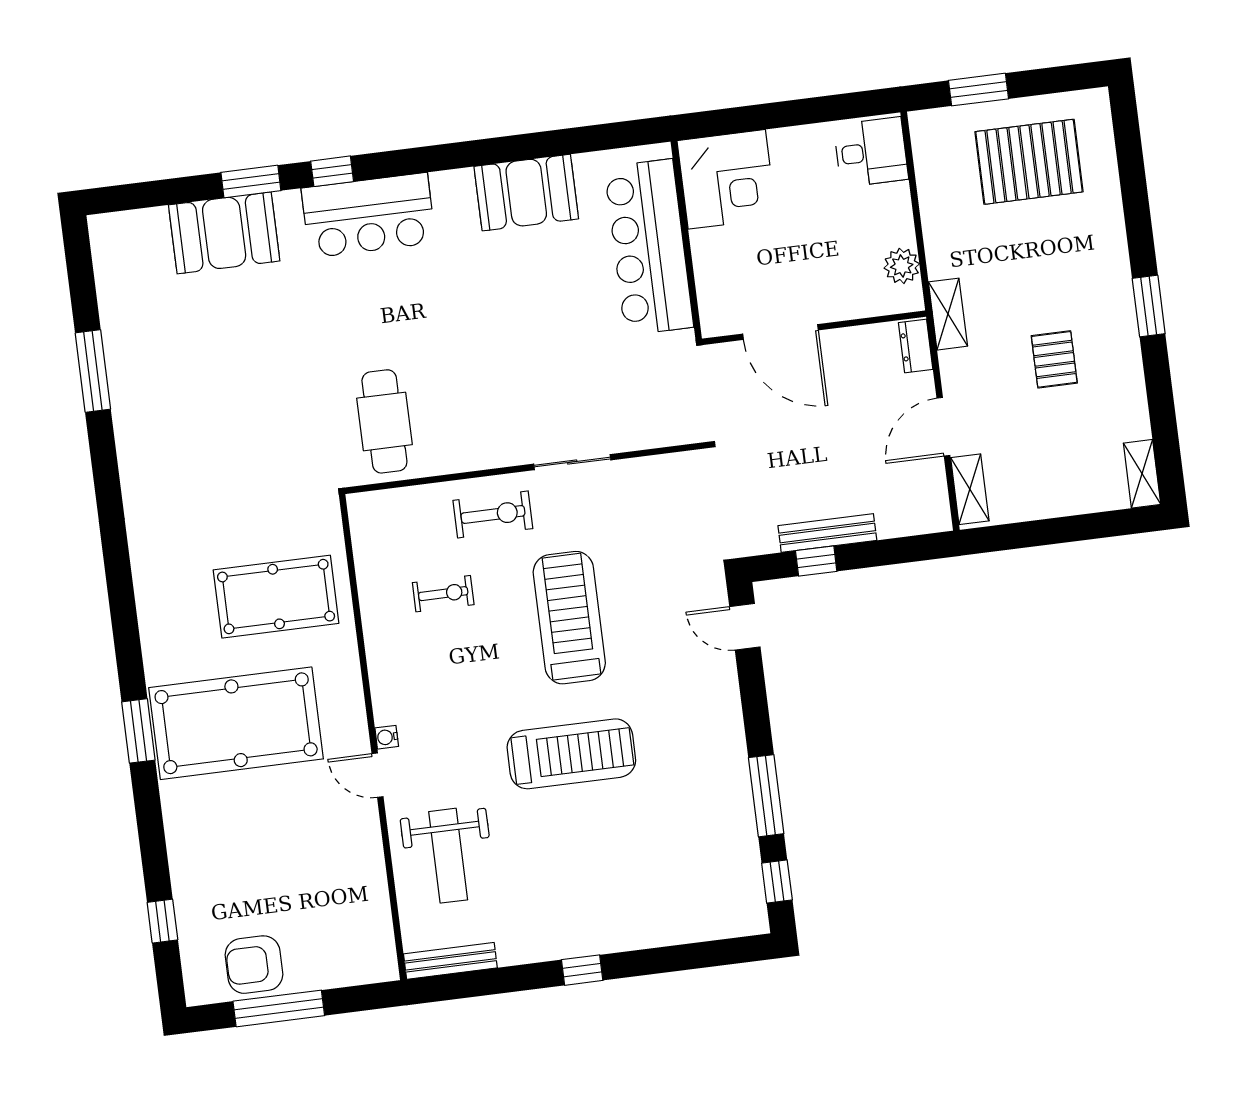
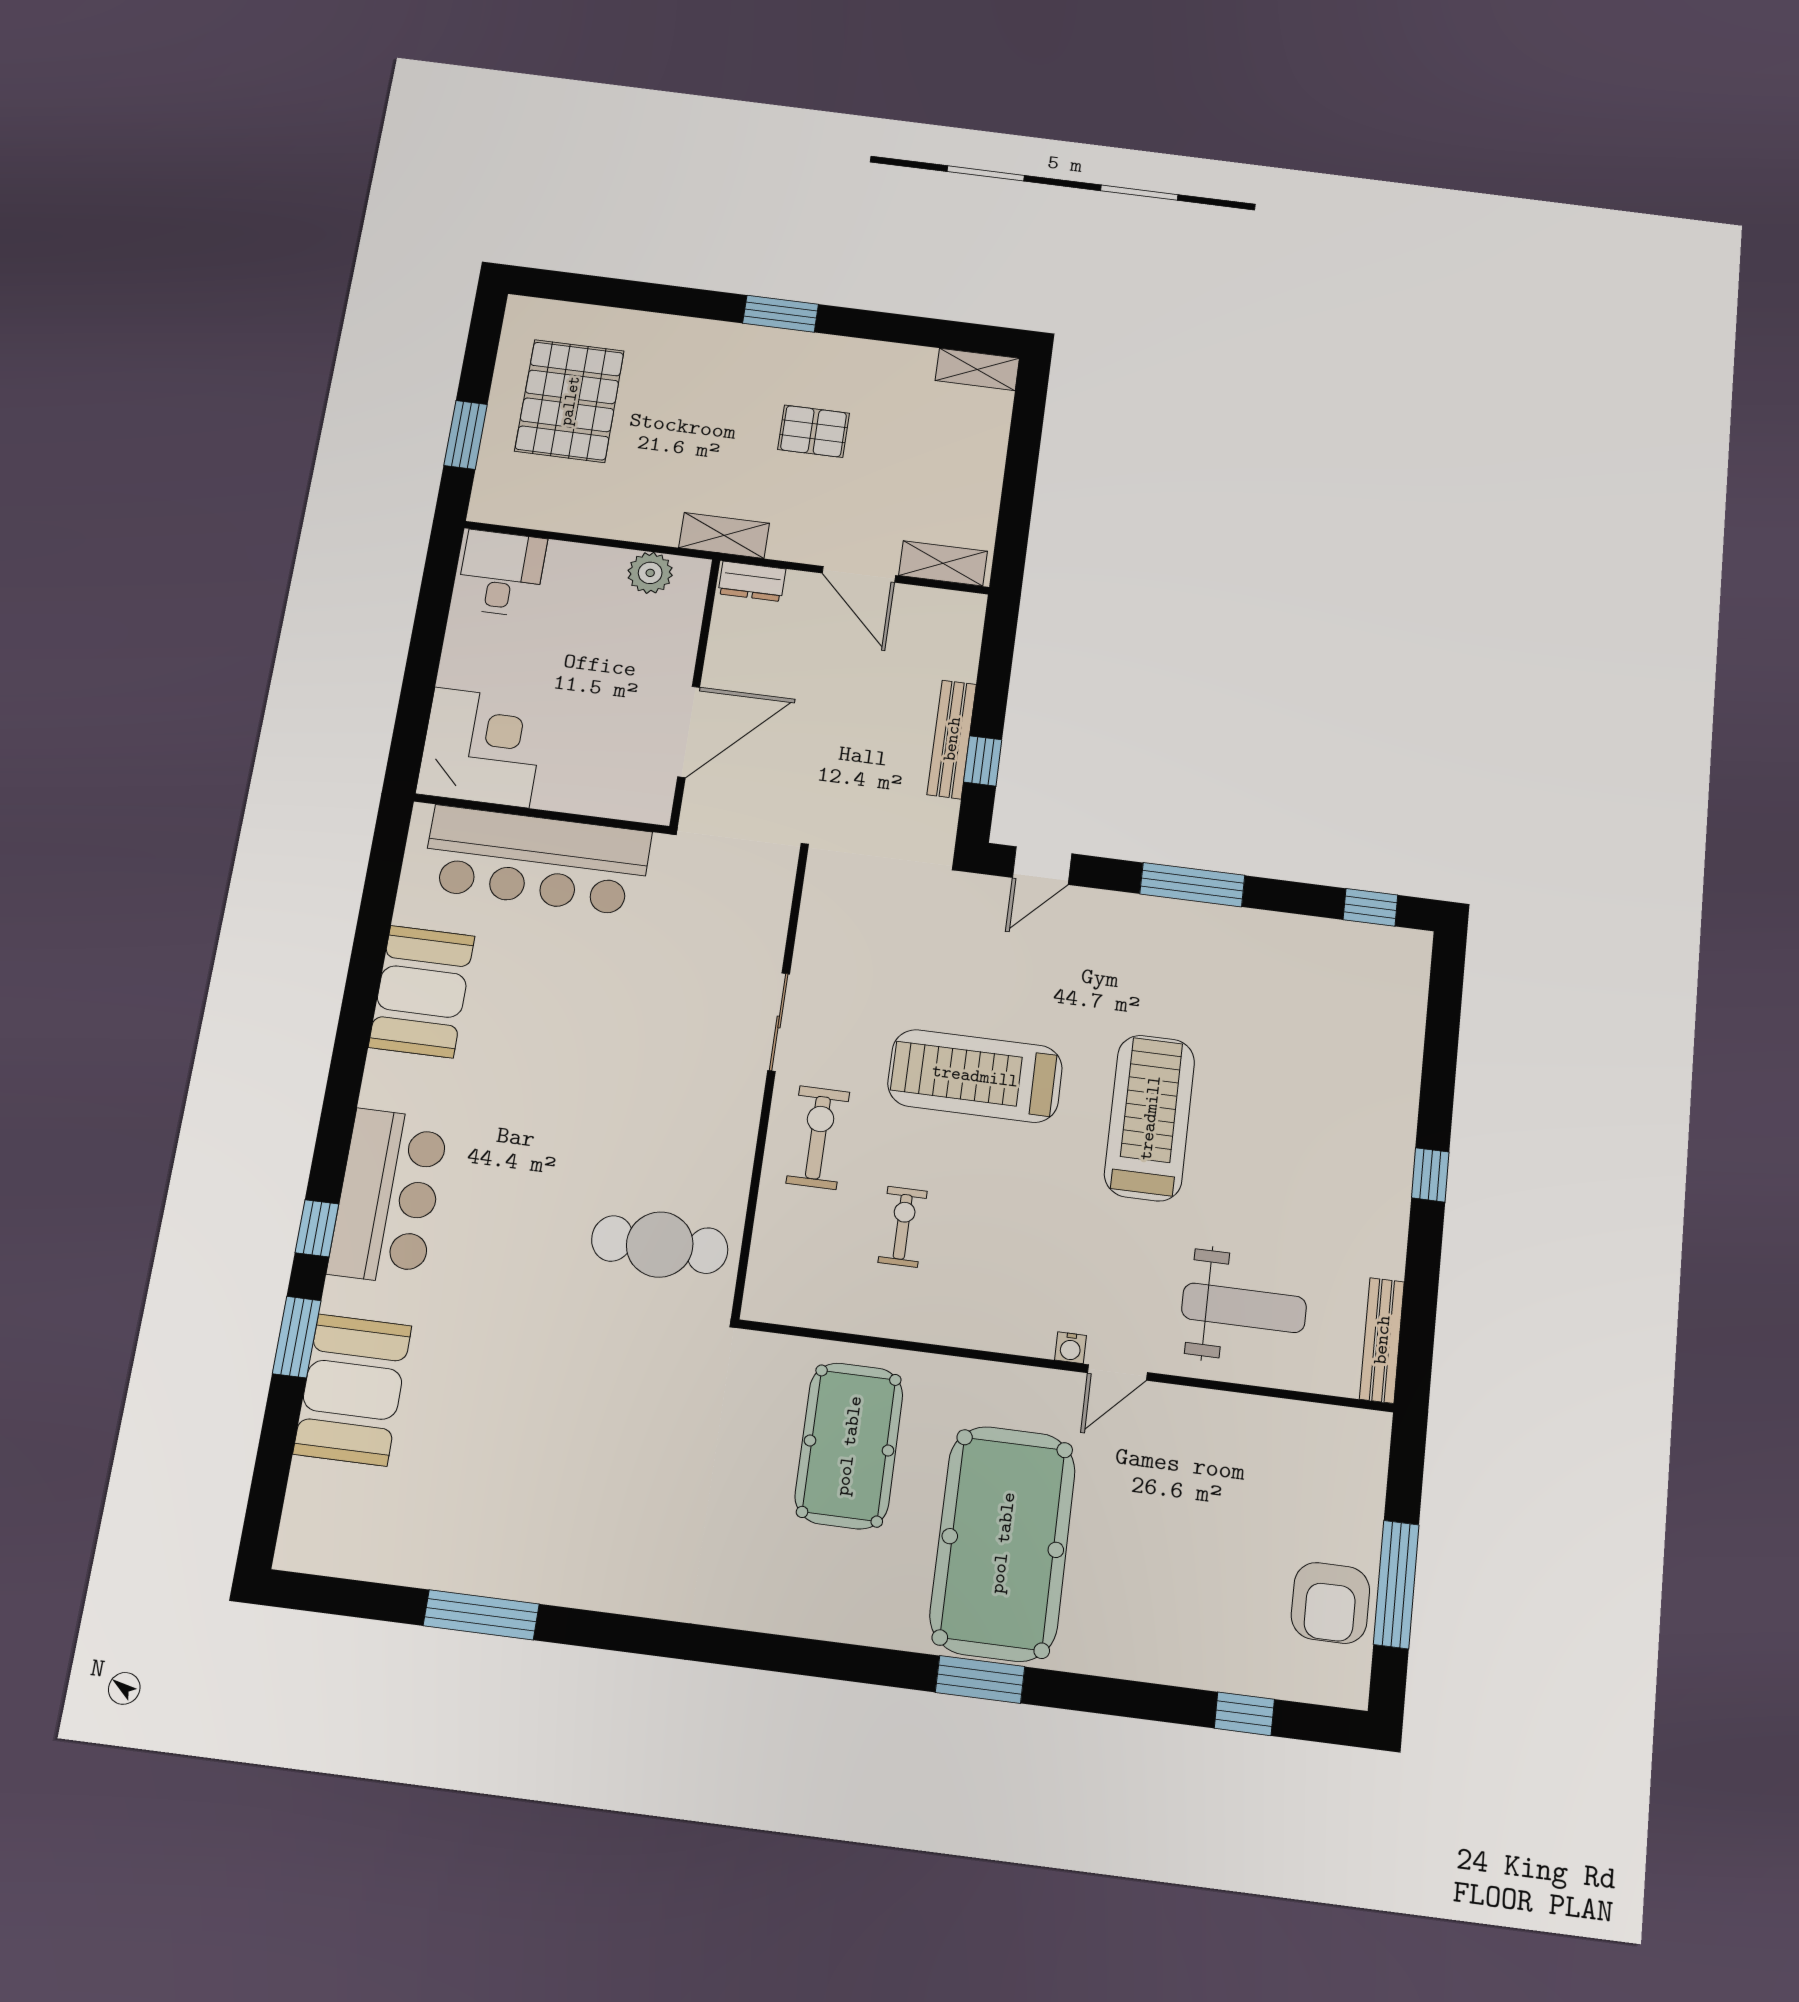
window: (766, 796) -> (1192, 885), moved

